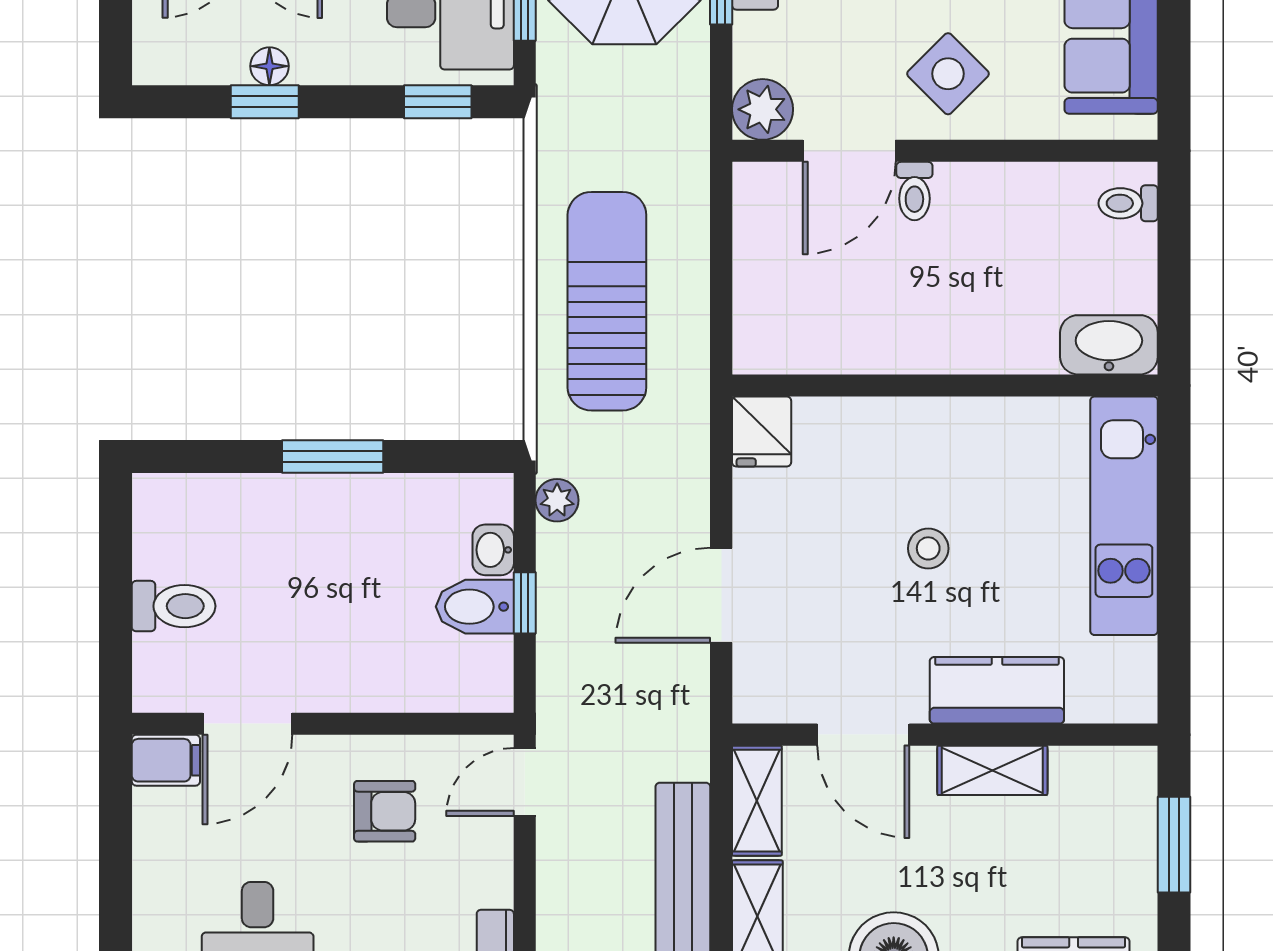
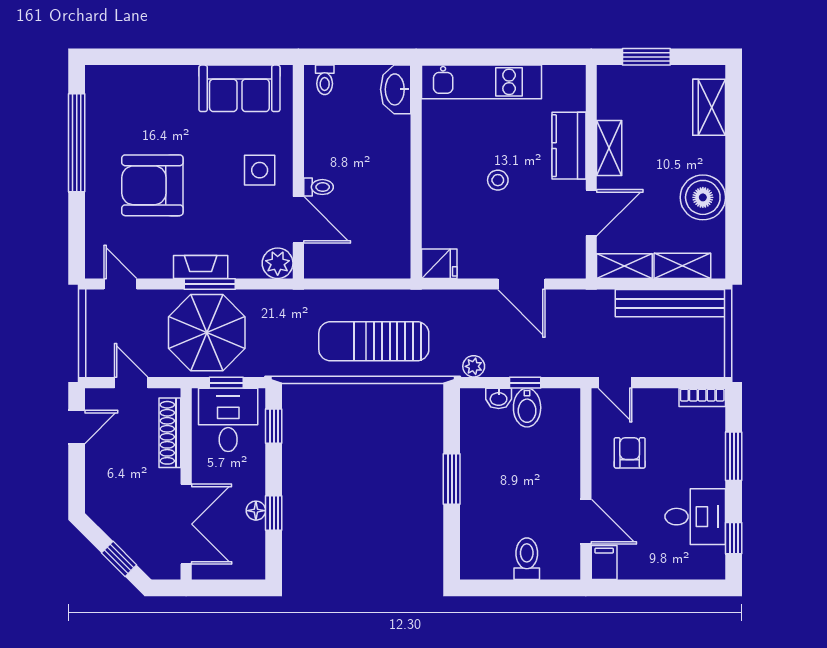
side table: (948, 74) -> (260, 170), turned 45

